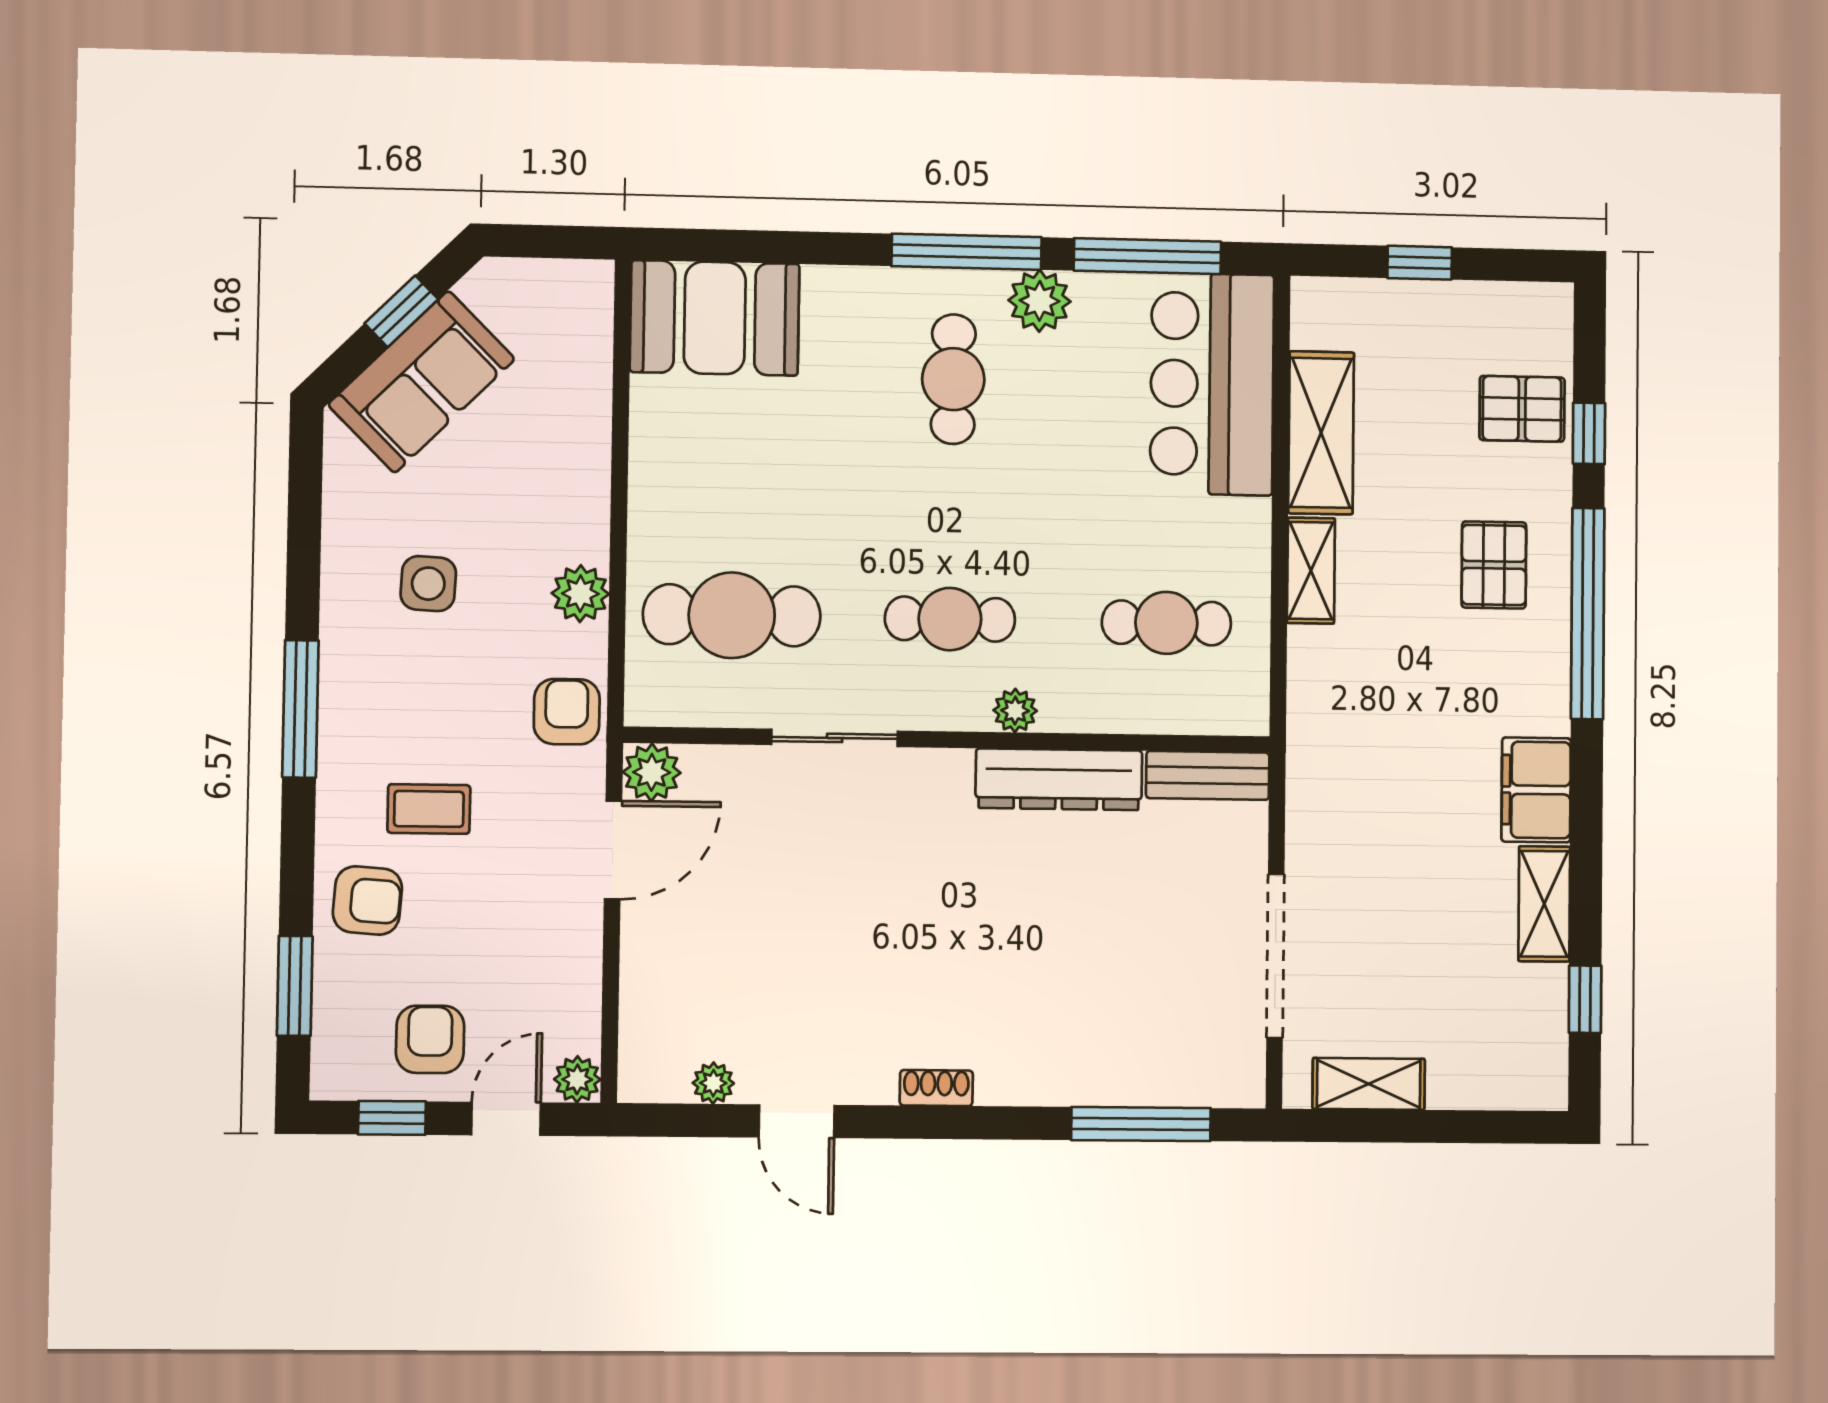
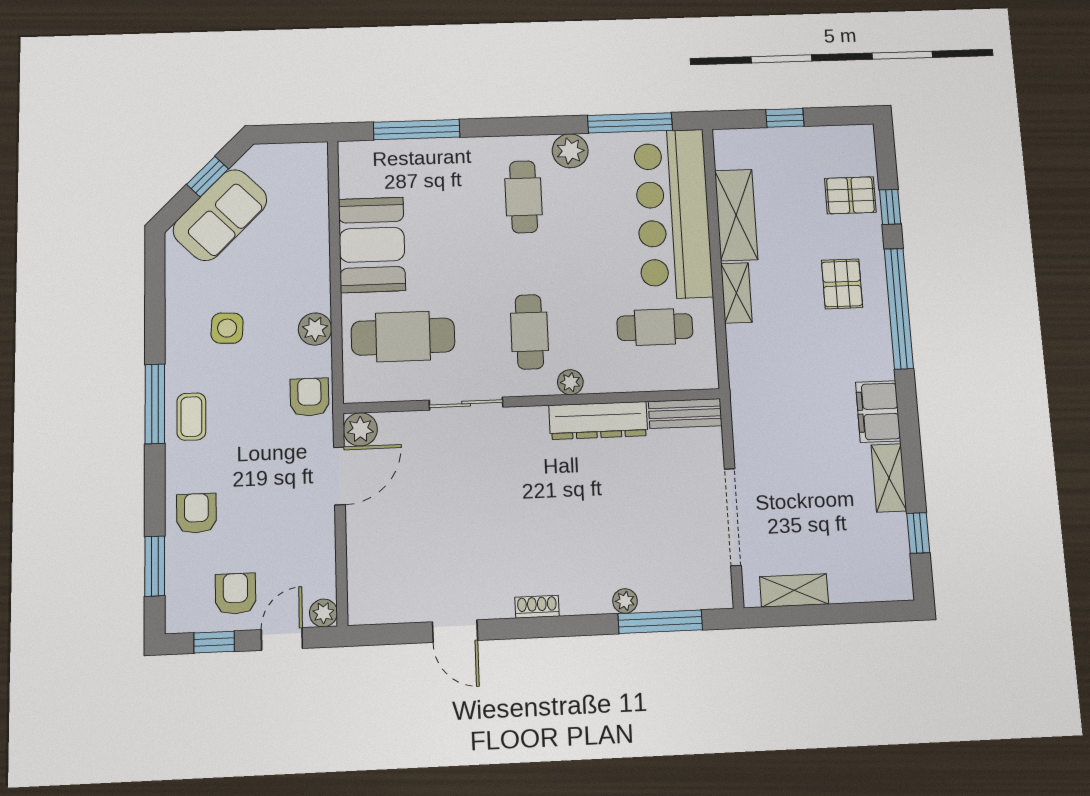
window: (967, 252) -> (417, 130), moved
booth: (715, 318) -> (372, 245), moved, turned 90
bar counter: (1212, 384) -> (673, 214), width x1.36
cafe table: (950, 619) -> (529, 332), turned 90
coffee table: (429, 809) -> (191, 417), moved, turned 90
armchair: (367, 900) -> (196, 513), turned -94
plant: (713, 1083) -> (625, 601), moved

